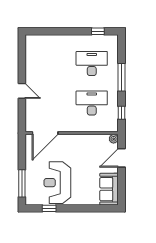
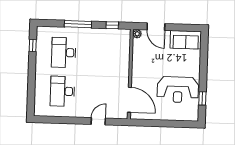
door: (22, 91) -> (98, 121), moved
desk: (92, 103) -> (62, 91), moved
window: (22, 183) -> (177, 124), removed

